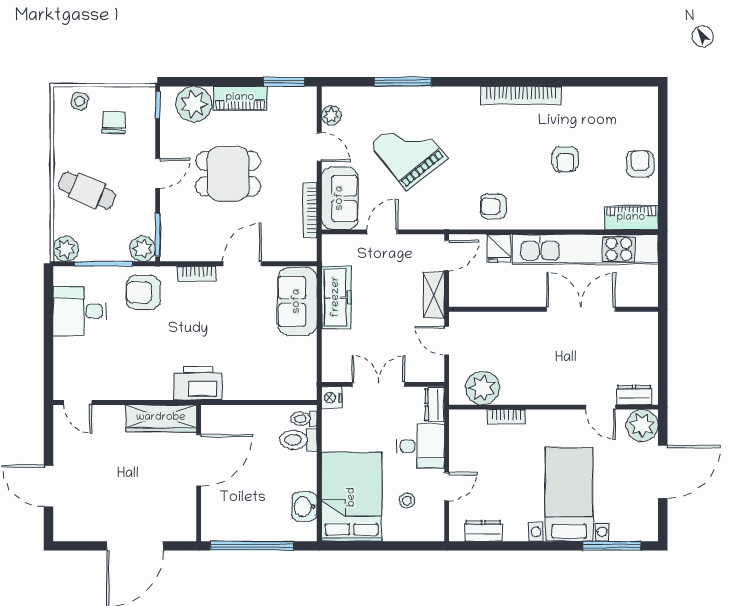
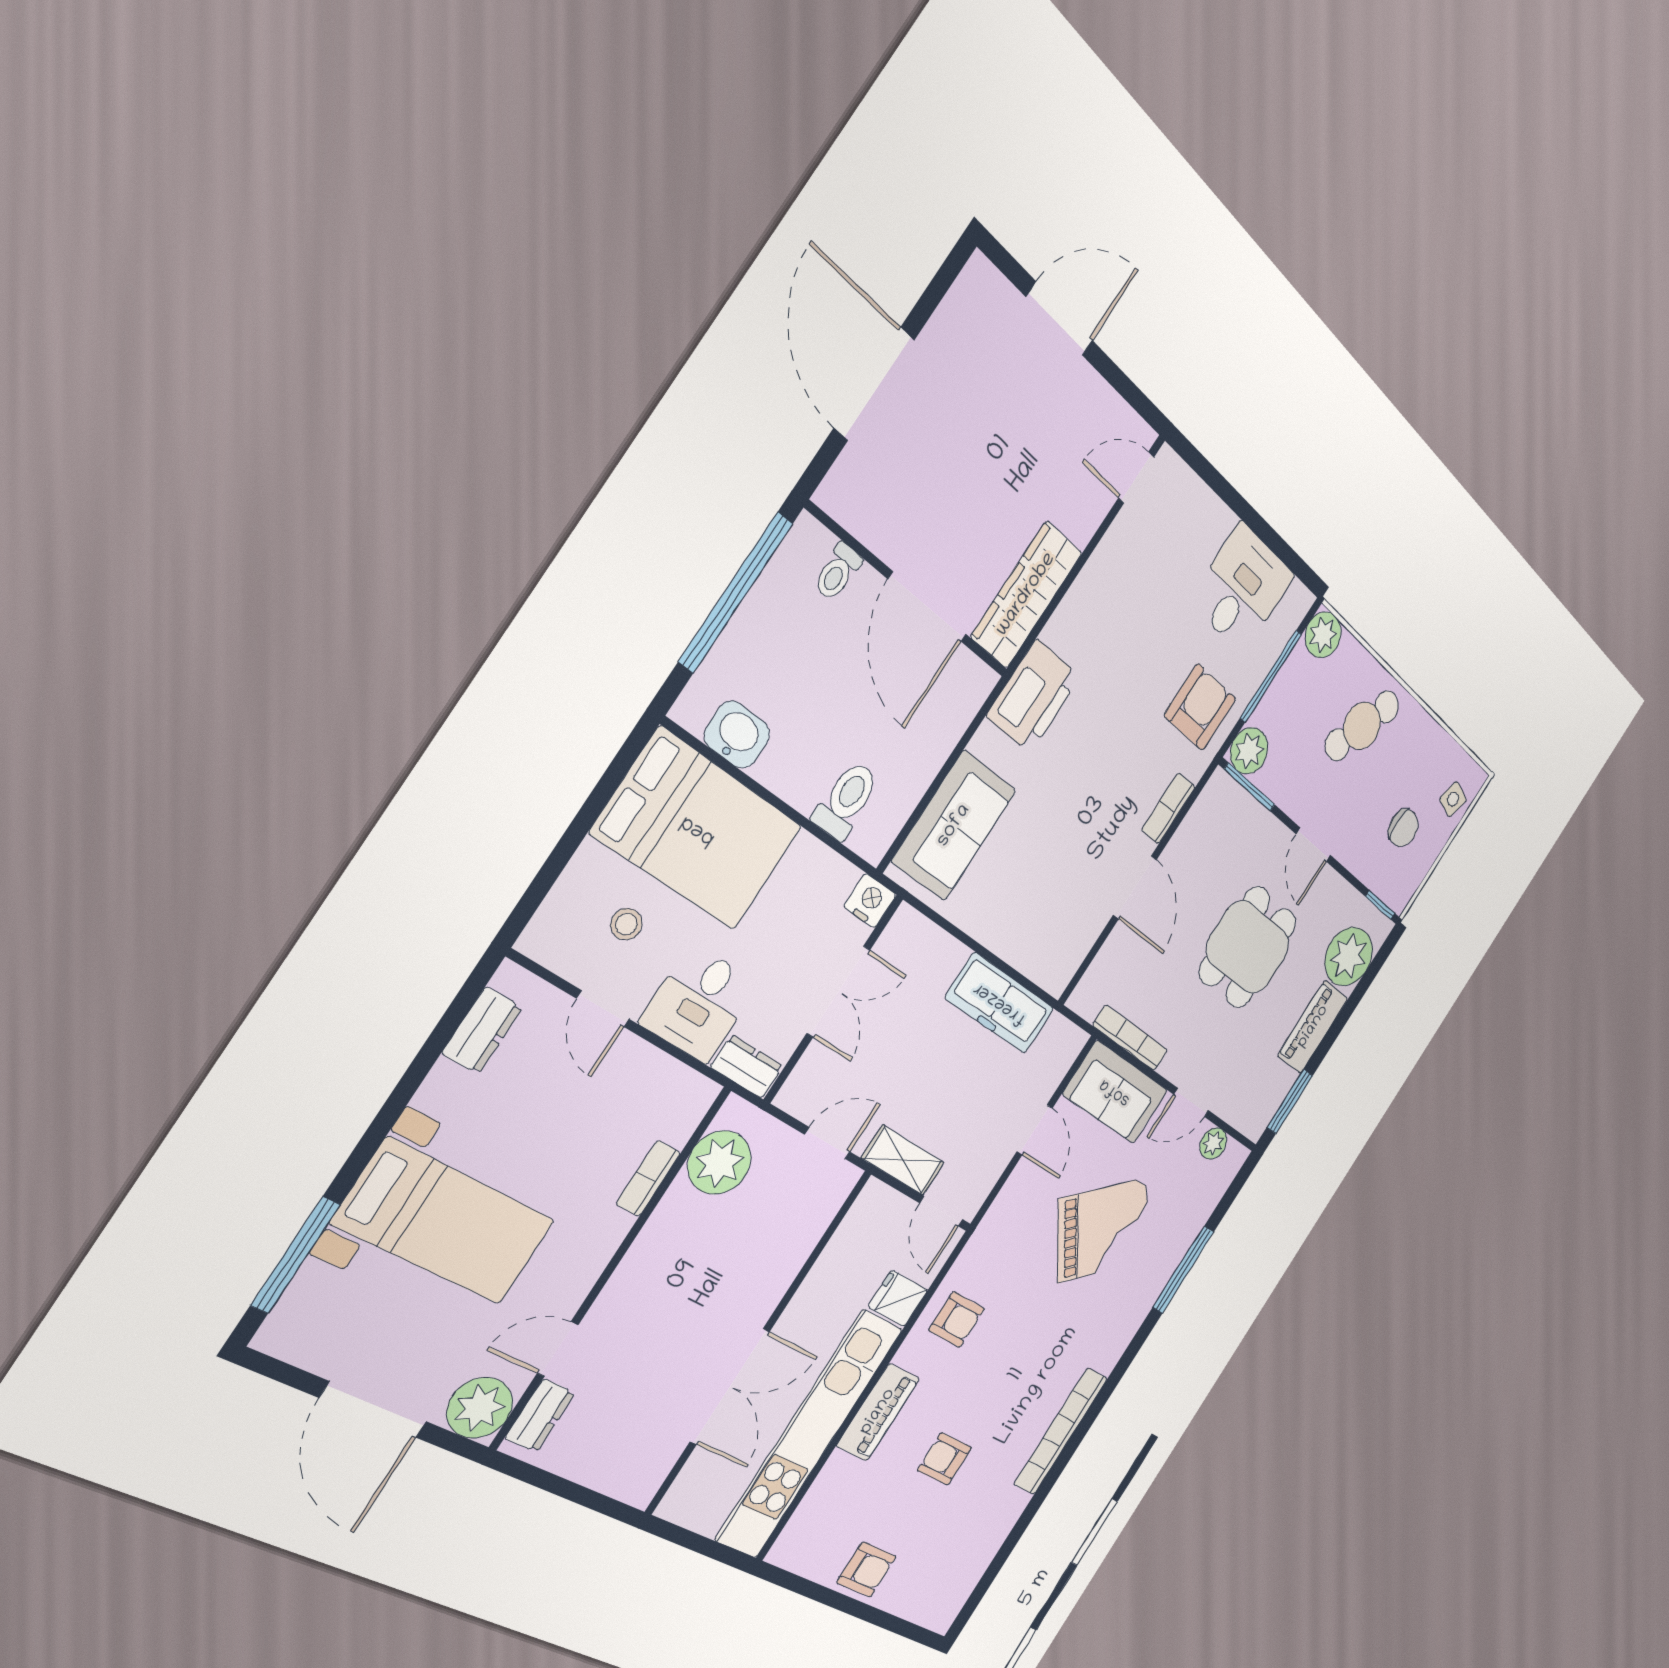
armchair: (493, 206) -> (957, 1319), turned 90
piano: (631, 218) -> (878, 1412), moved
sofa: (297, 301) -> (954, 826), moved, turned 90
toilet: (304, 419) -> (838, 572), moved, turned 180

